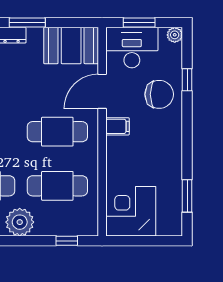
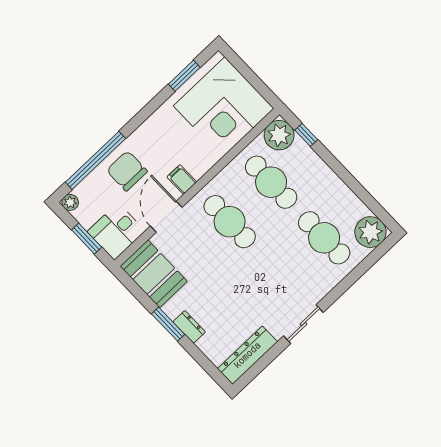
desk: (132, 48) -> (116, 231), width x0.73
window: (187, 80) -> (95, 160), width x3.17
door: (102, 91) -> (166, 217), swing flipped
corner desk: (131, 211) -> (224, 107), width x1.36, depth x1.36
plant: (20, 222) -> (279, 135), moved

